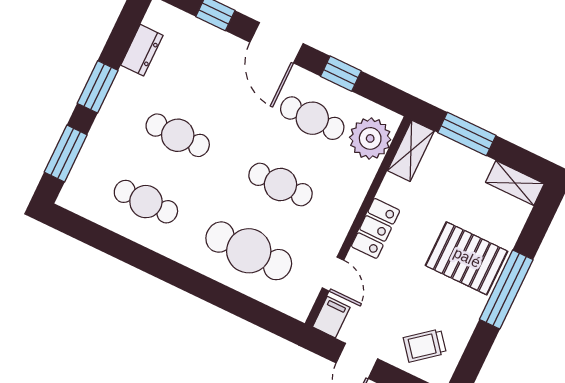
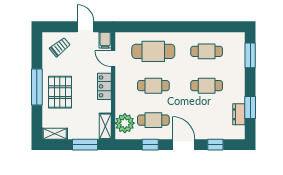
window: (98, 87) -> (250, 107), moved
pallet: (467, 258) -> (60, 92), turned 90

